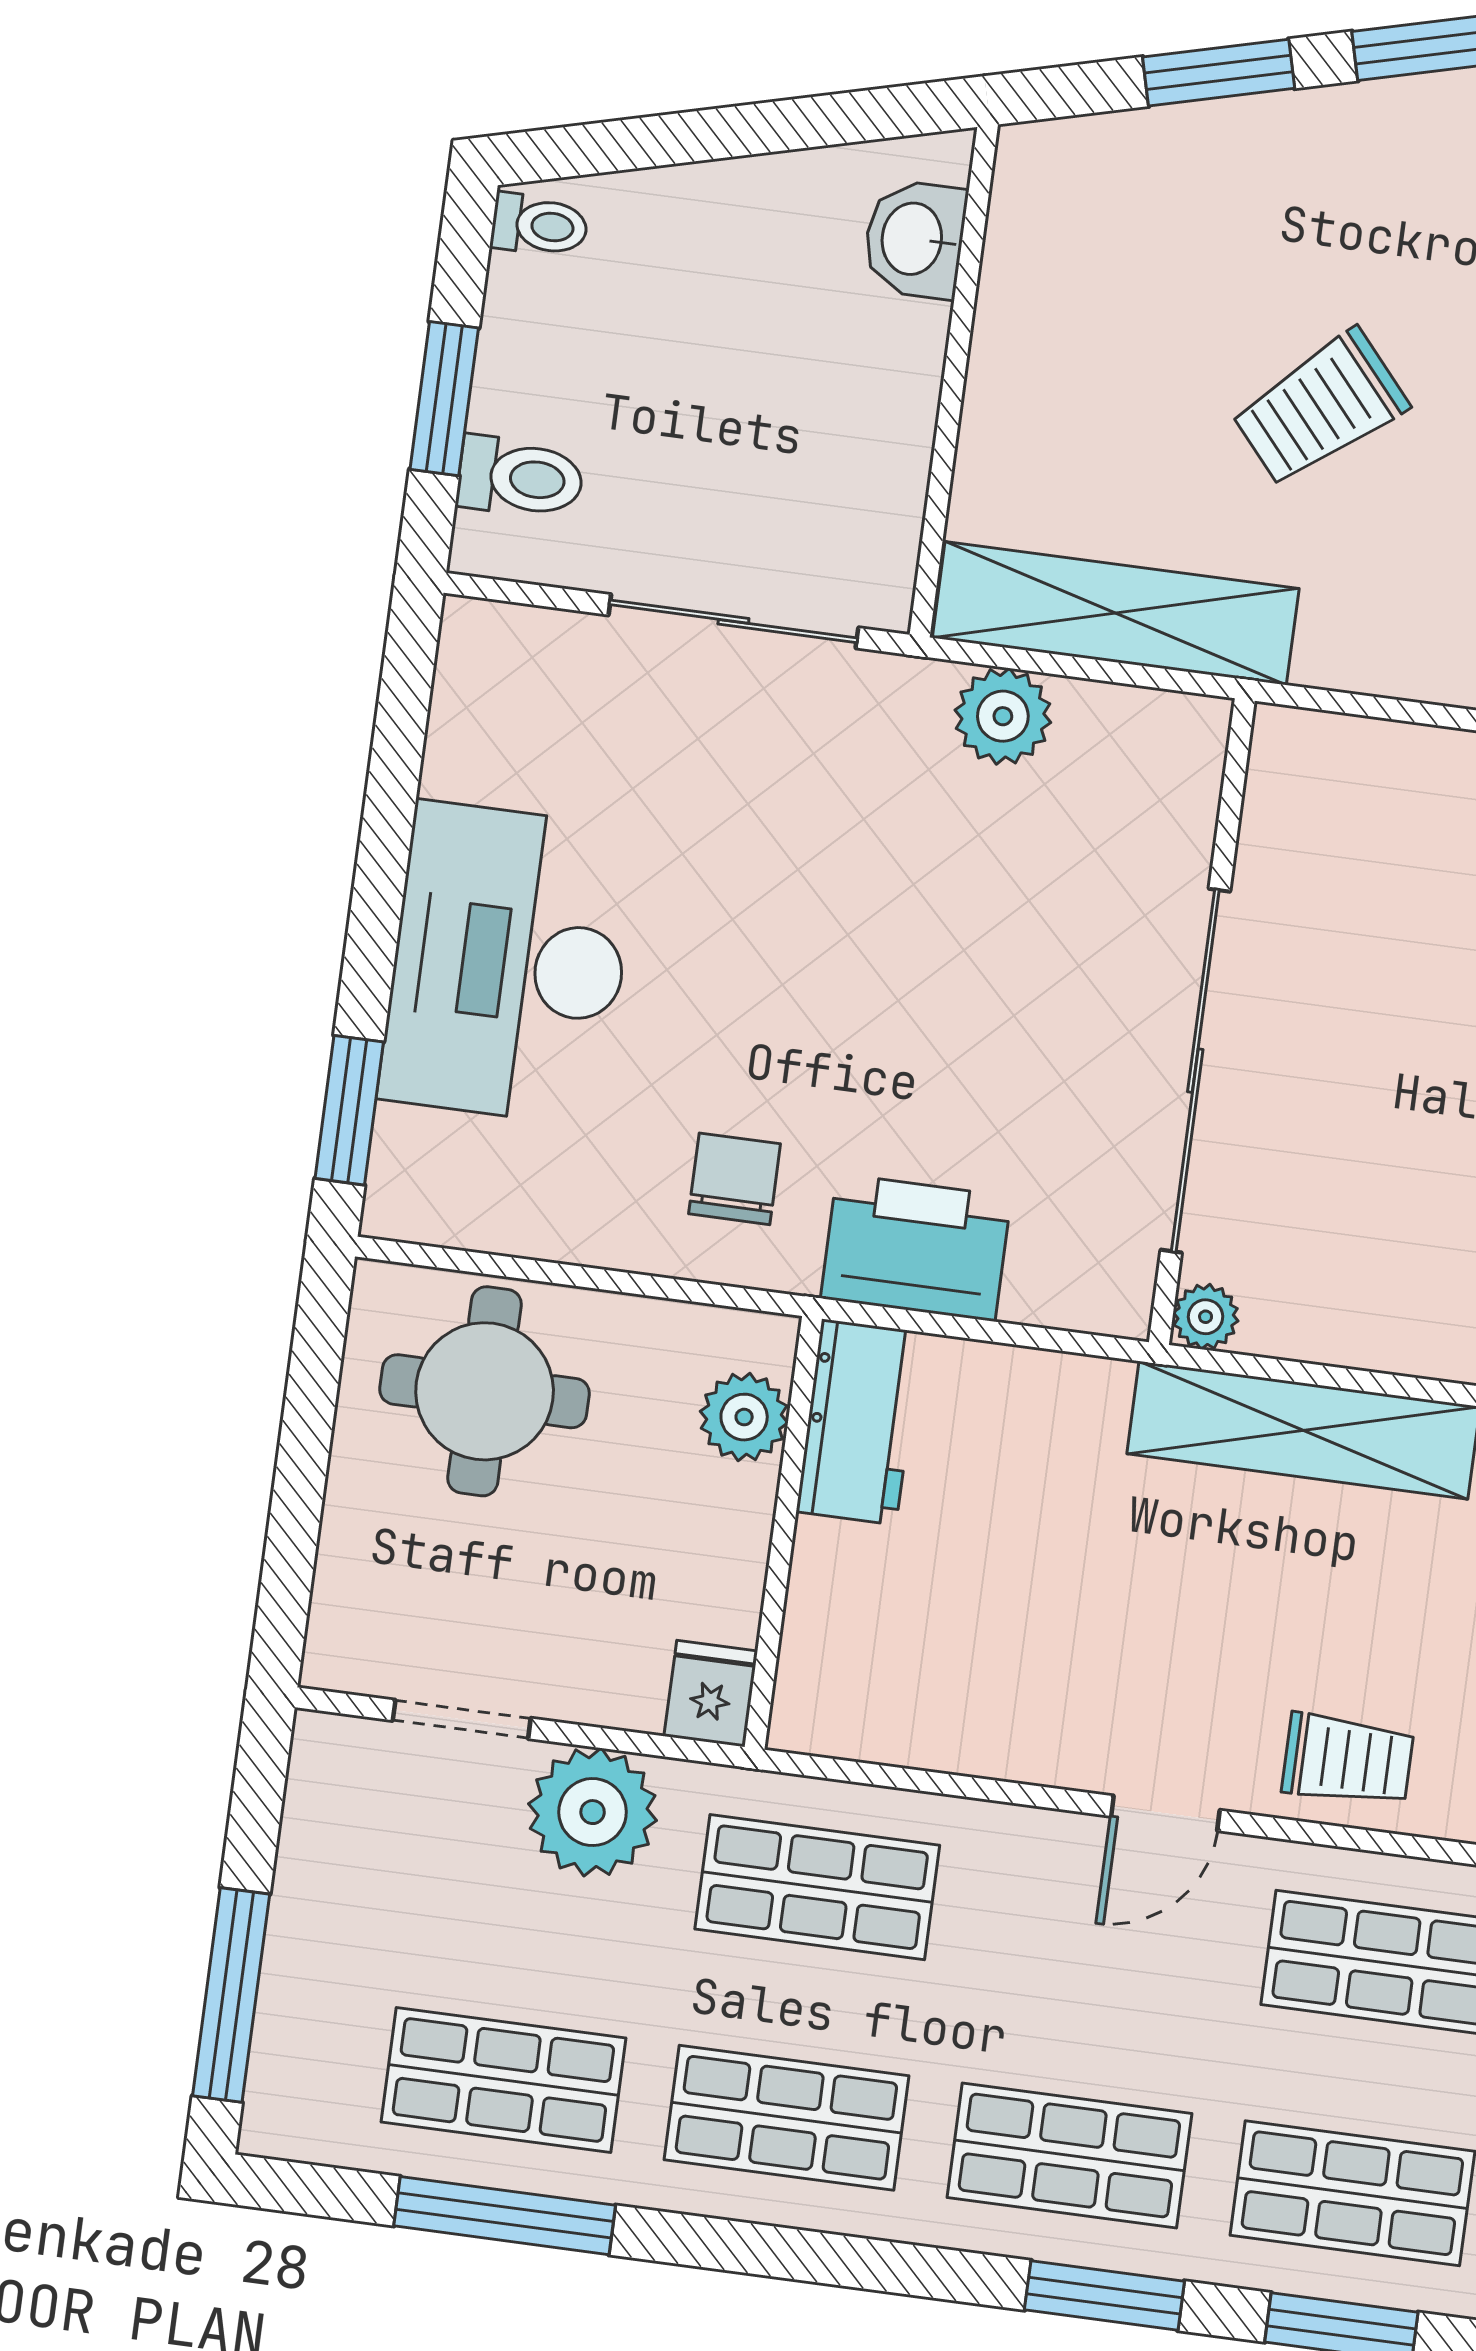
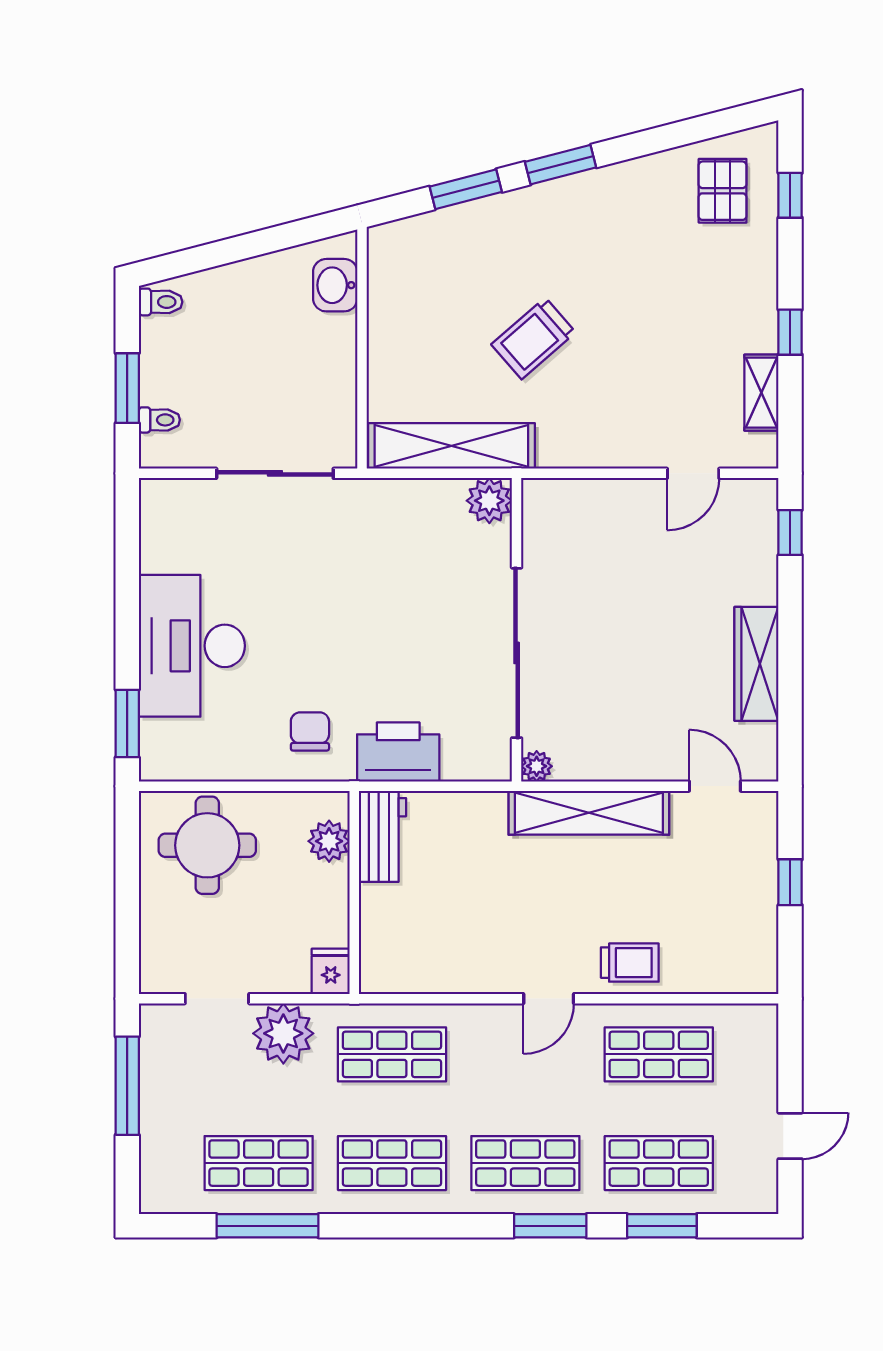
toilet: (520, 478) -> (159, 420), width x0.73, depth x0.72
plant: (1003, 716) -> (489, 501), moved
window: (231, 1995) -> (127, 1086), moved

